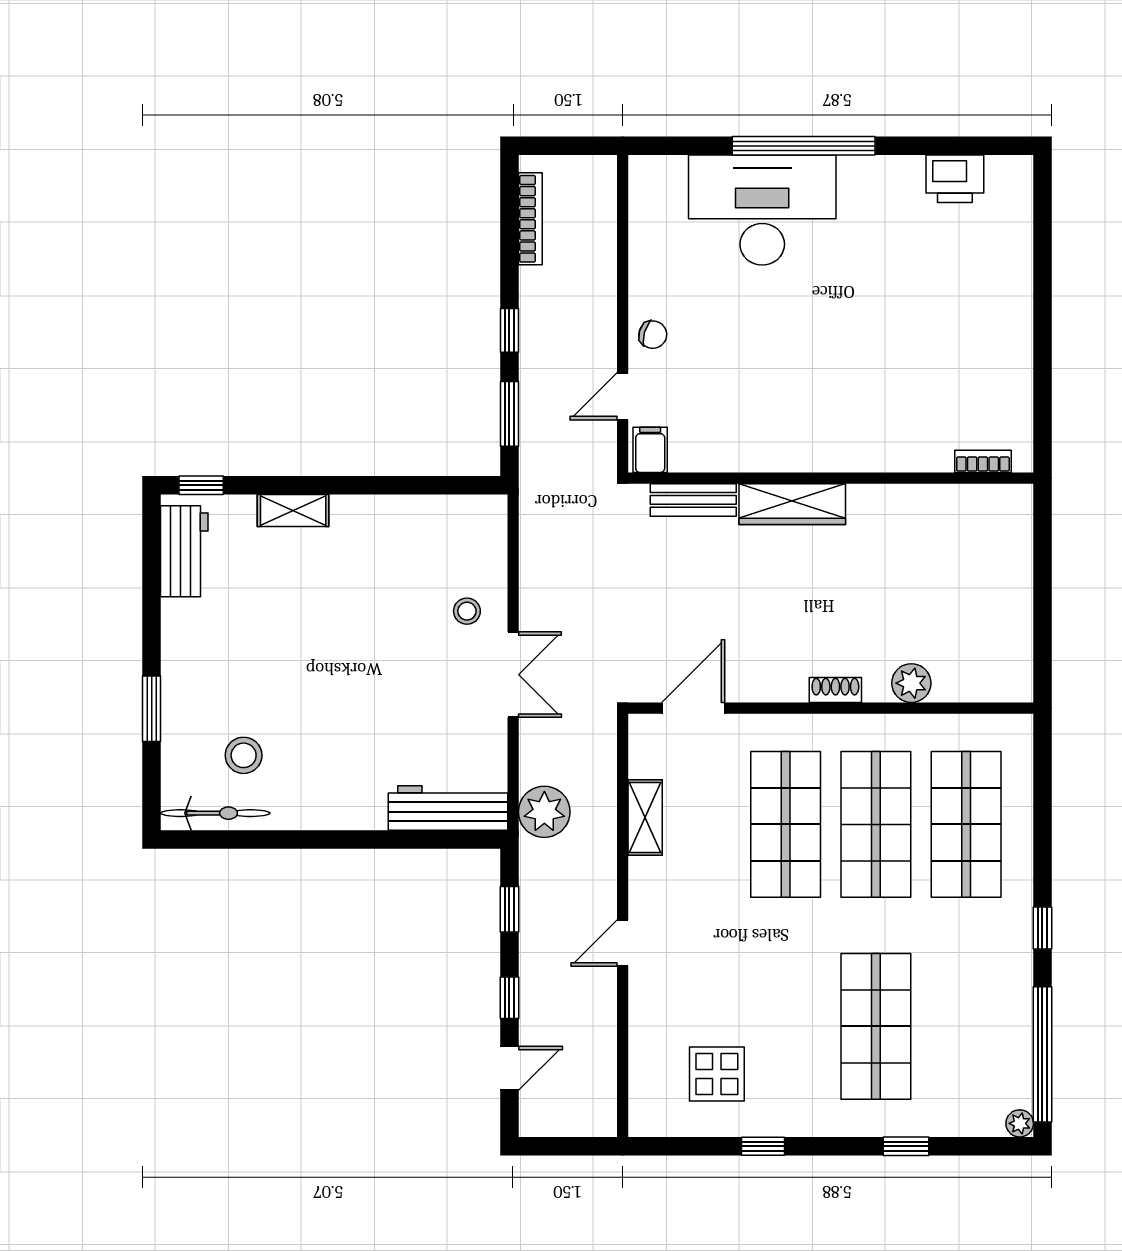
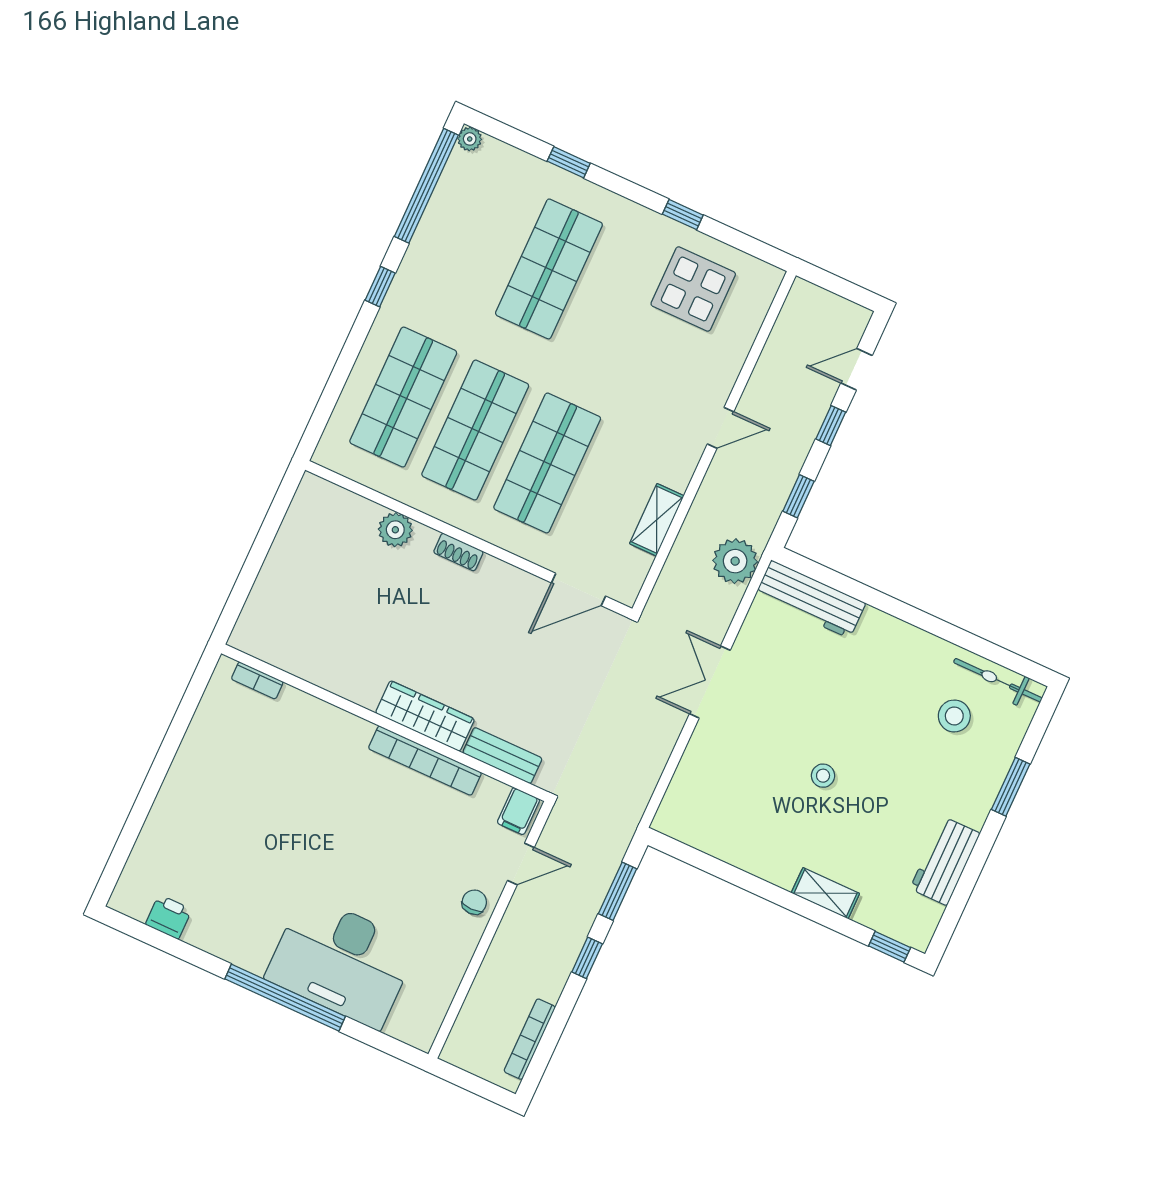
printer: (955, 179) -> (169, 917), width x0.73, depth x0.81
chair: (653, 335) -> (474, 902), turned 74
bookcase: (771, 458) -> (425, 761), added
workbench: (184, 551) -> (945, 861), moved
stool: (467, 611) -> (823, 776), moved
display table: (717, 1074) -> (693, 289), width x1.36, depth x1.36

